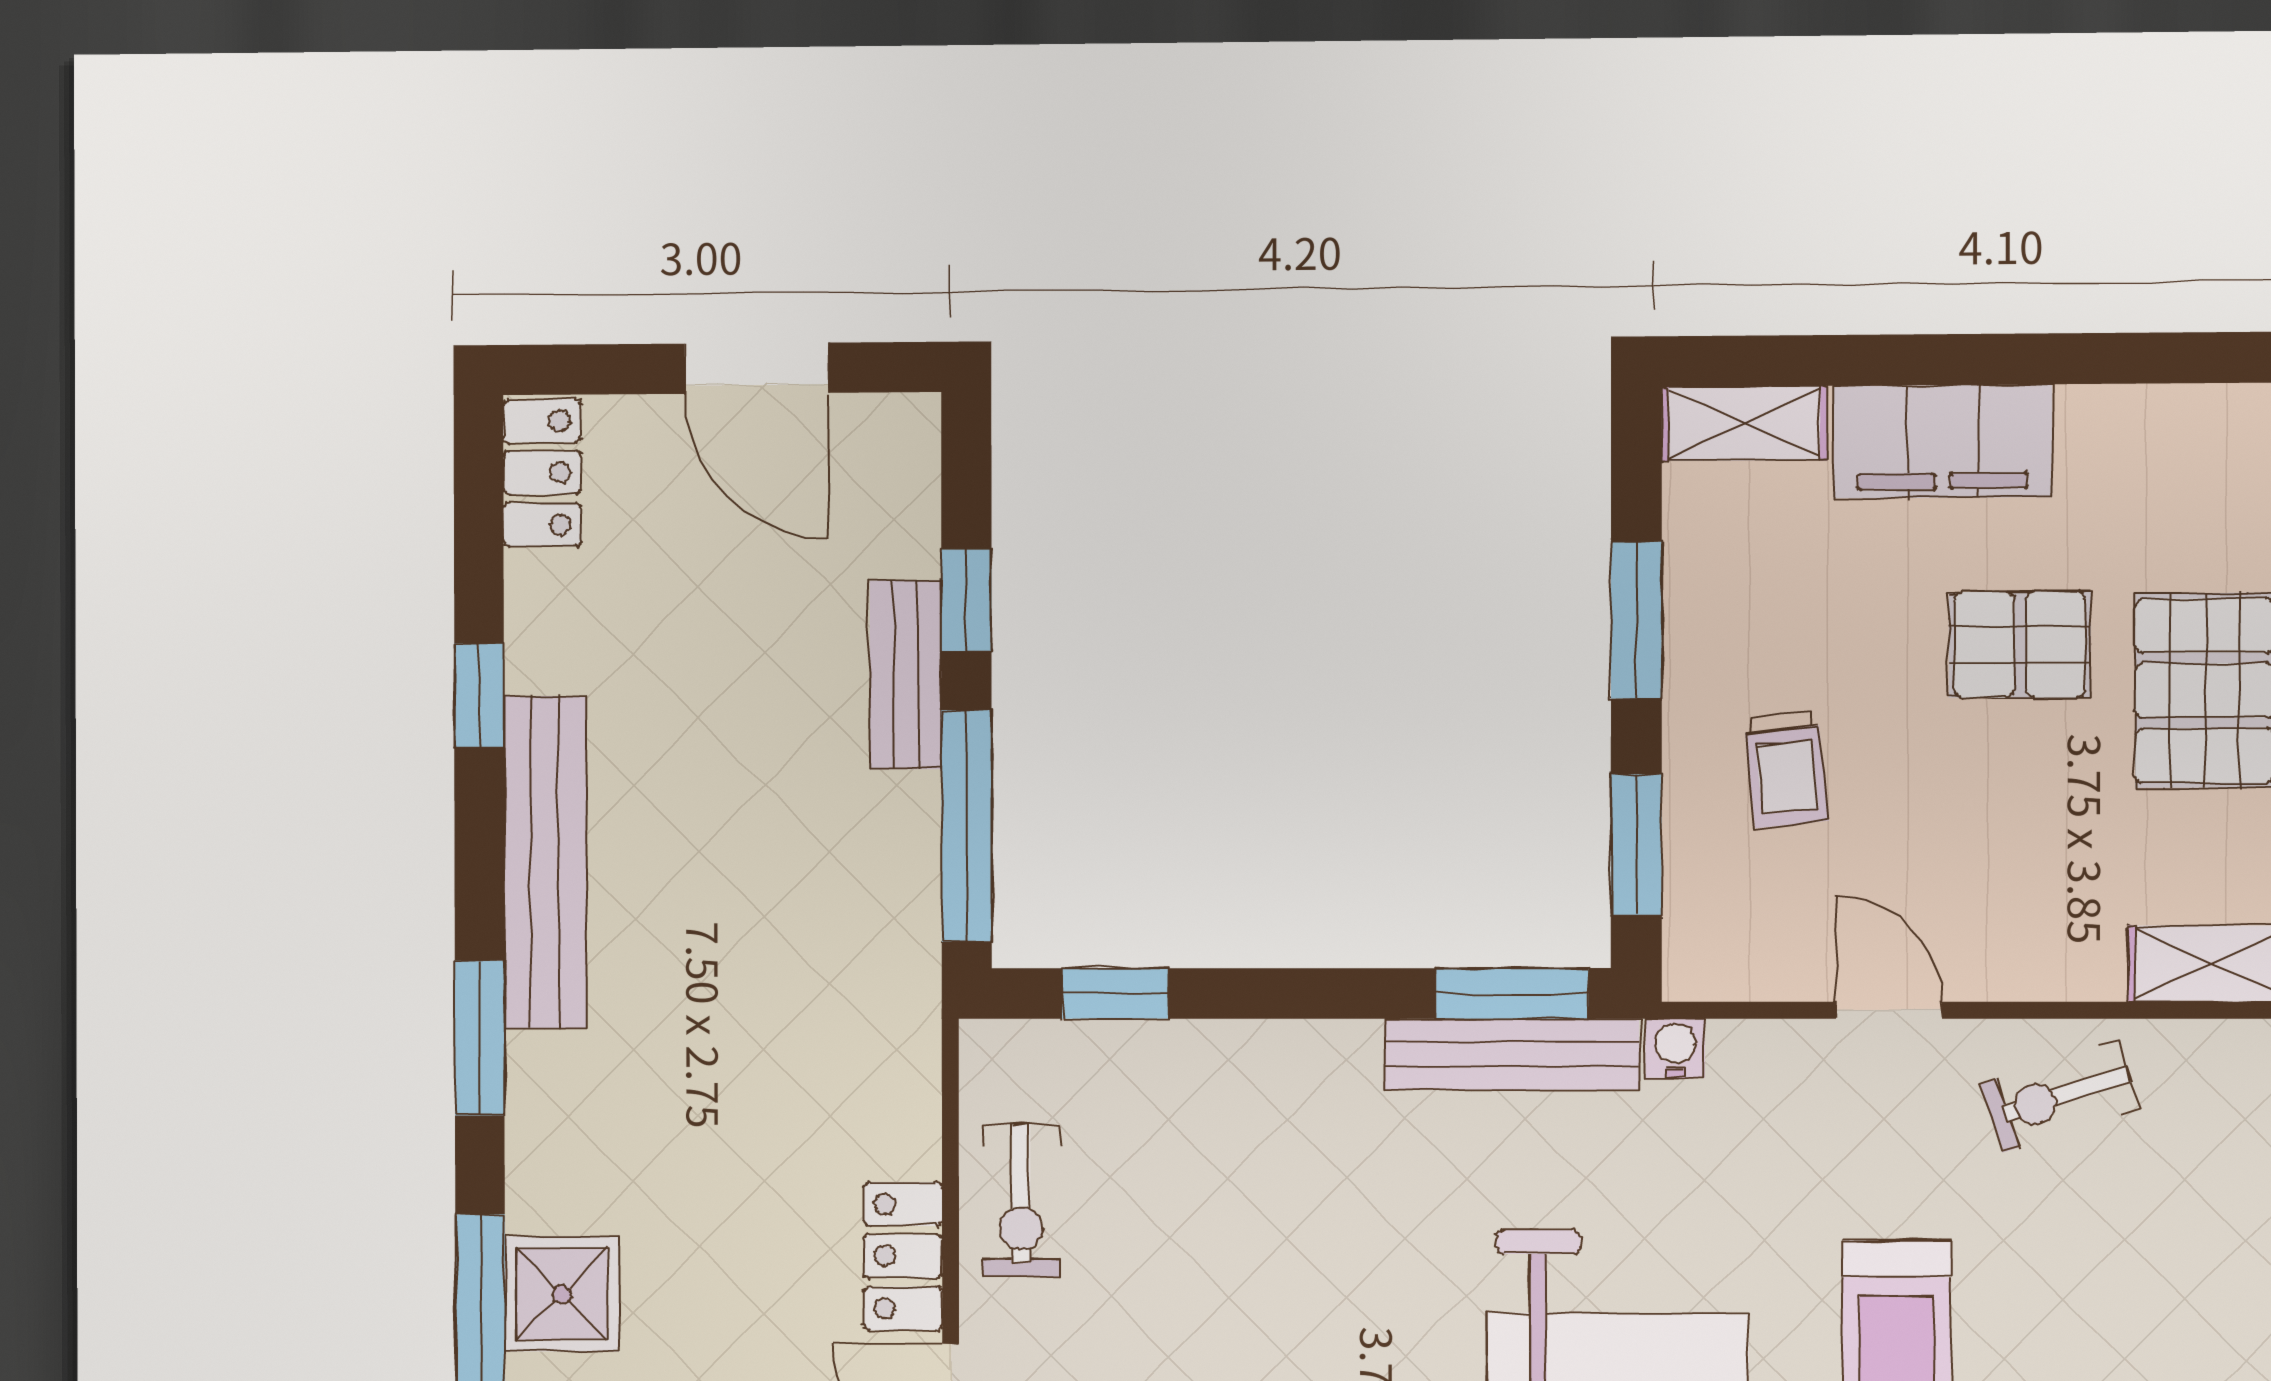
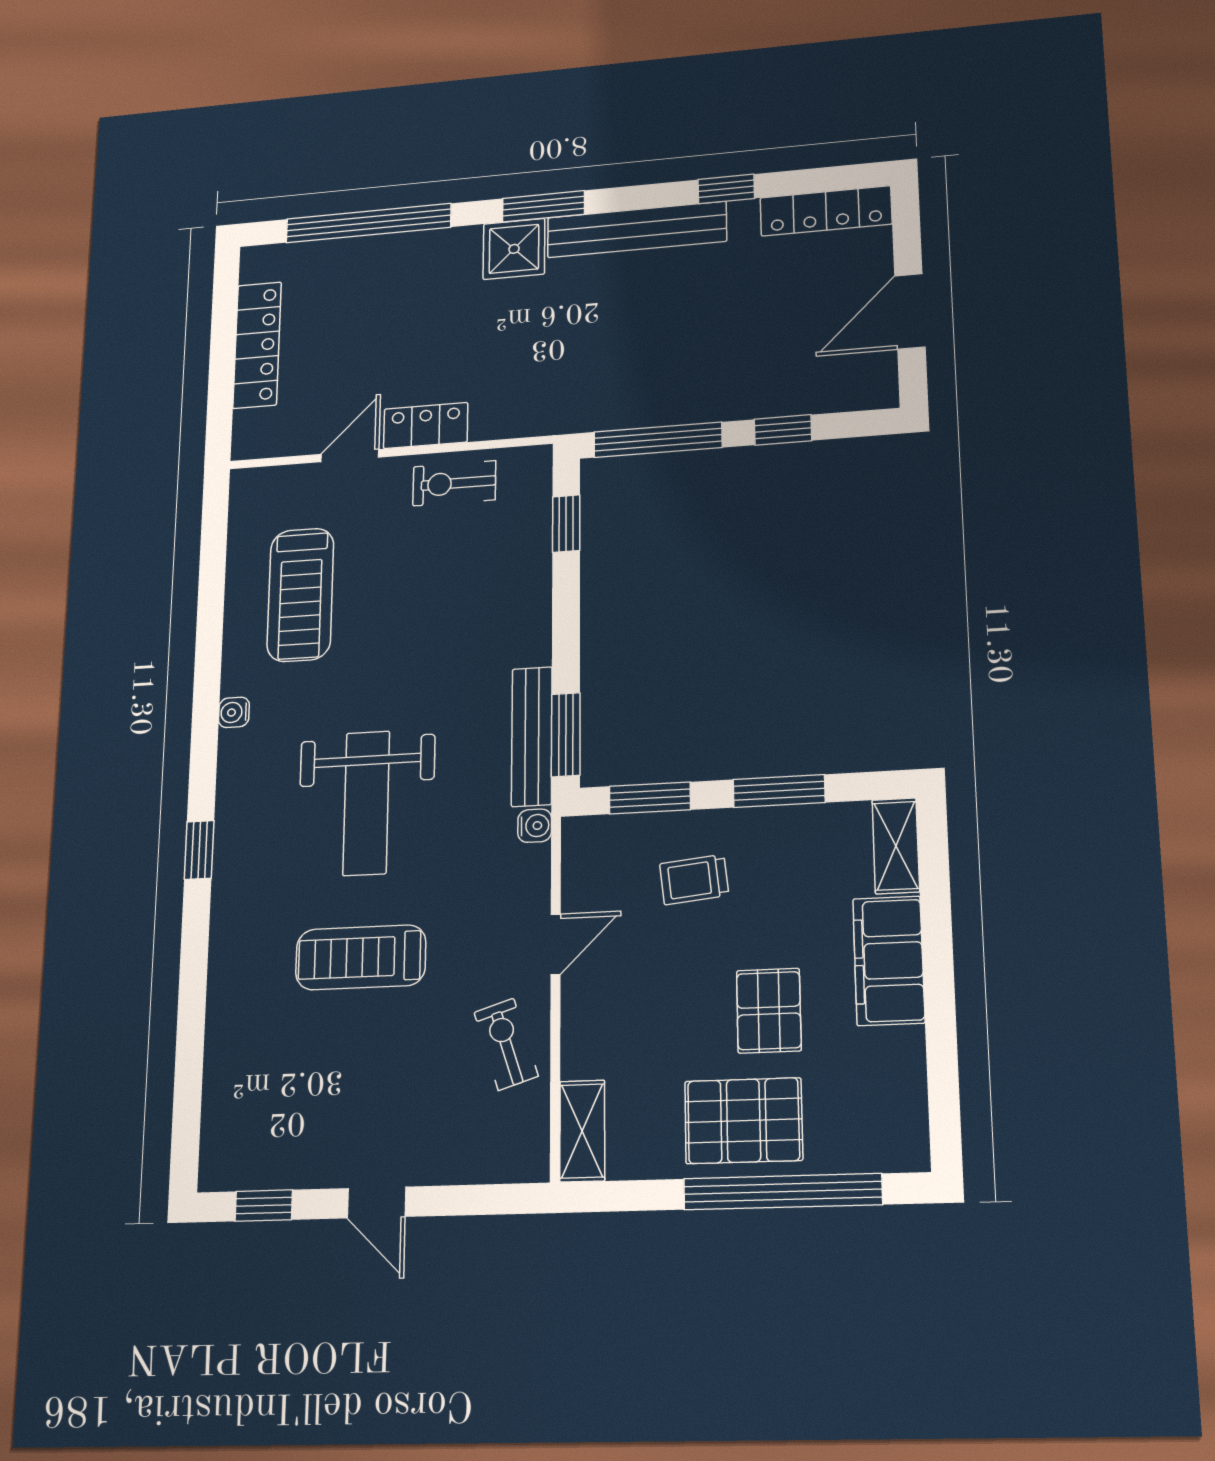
locker: (542, 473) -> (826, 211), width x1.53
bench: (906, 675) -> (741, 402), removed
shower: (562, 1294) -> (514, 249), moved

